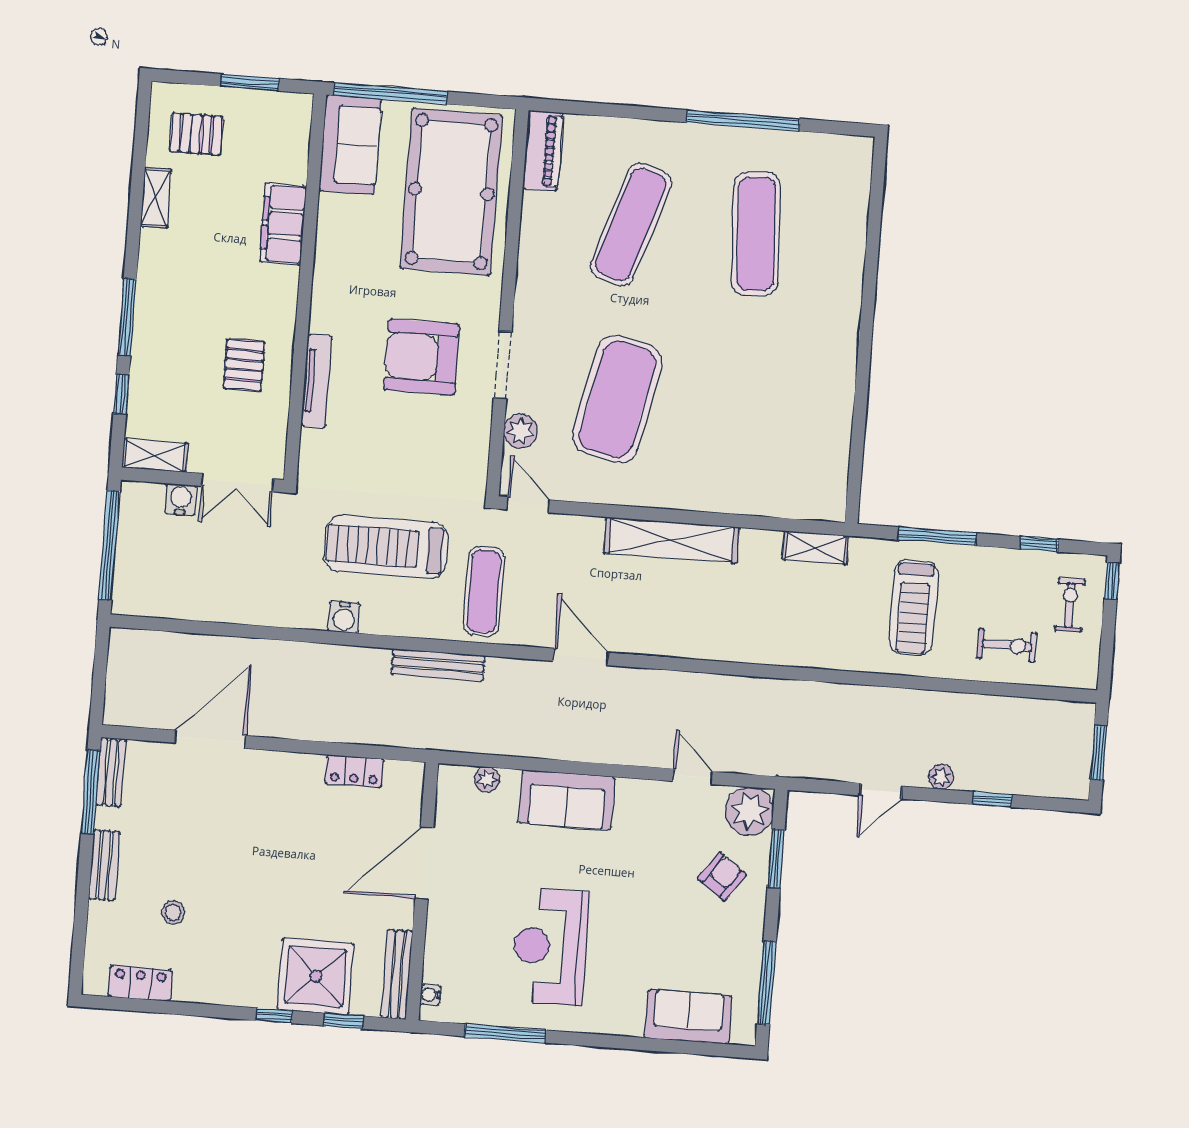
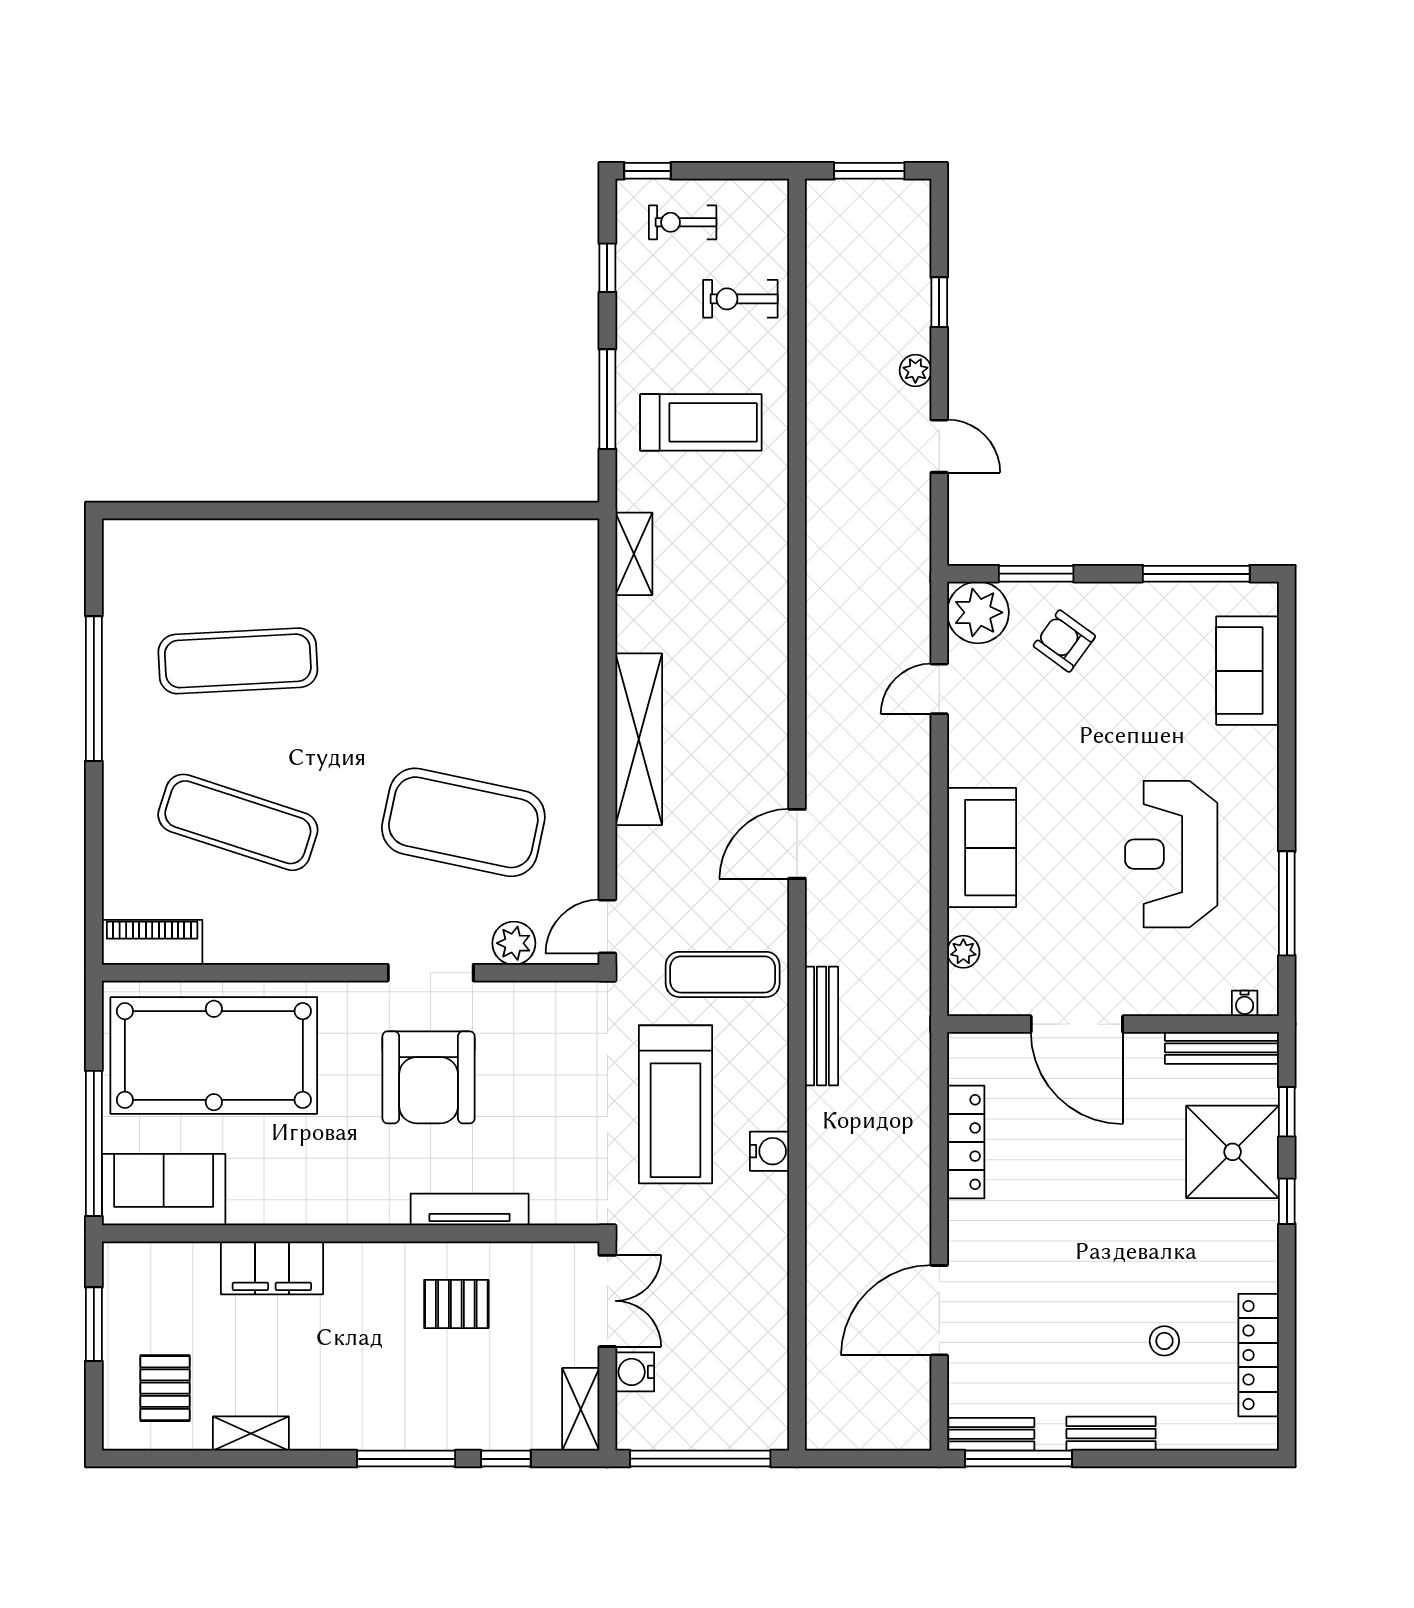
exercise bike: (1007, 645) -> (740, 299), turned -90
door: (210, 739) -> (939, 1310), hinge flipped
locker: (354, 771) -> (966, 1142), width x1.53
reception desk: (550, 947) -> (1171, 854), turned 90
locker: (140, 983) -> (1259, 1355), width x1.53

